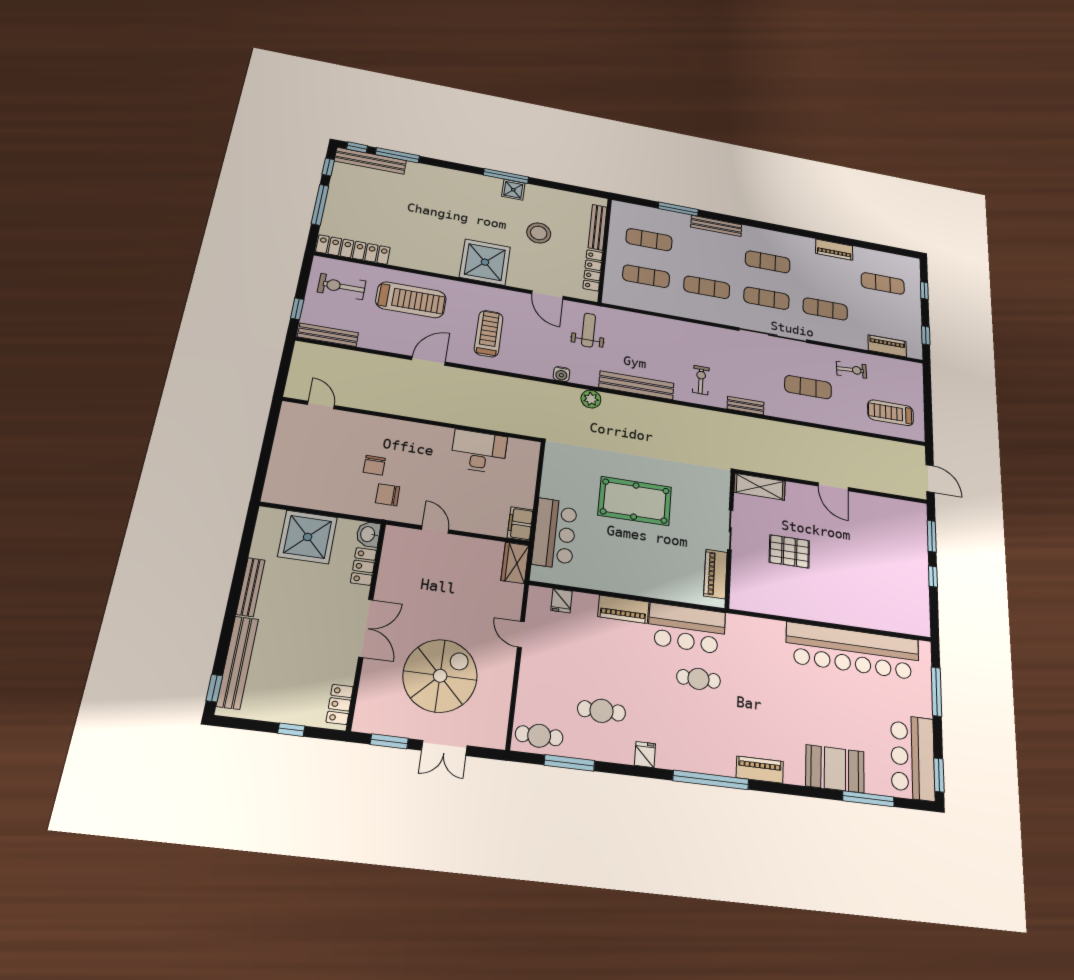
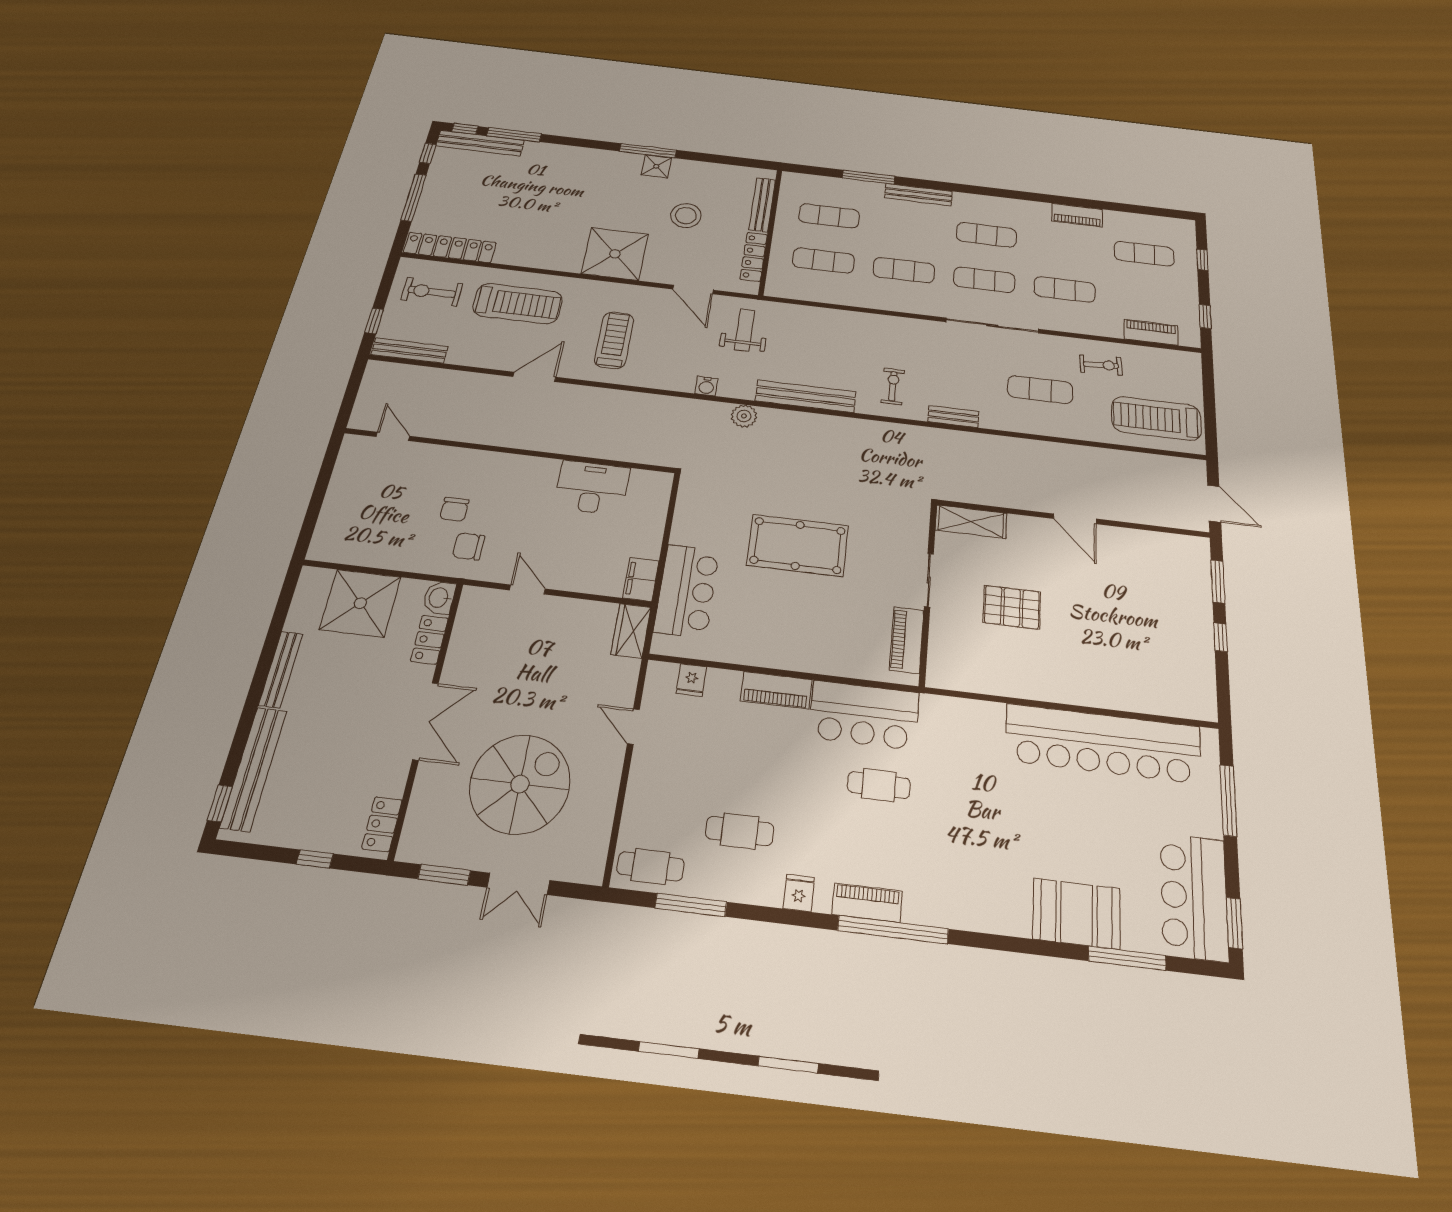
treadmill: (891, 413) -> (1156, 418), width x1.37, depth x1.38
piano: (760, 770) -> (867, 903), moved

